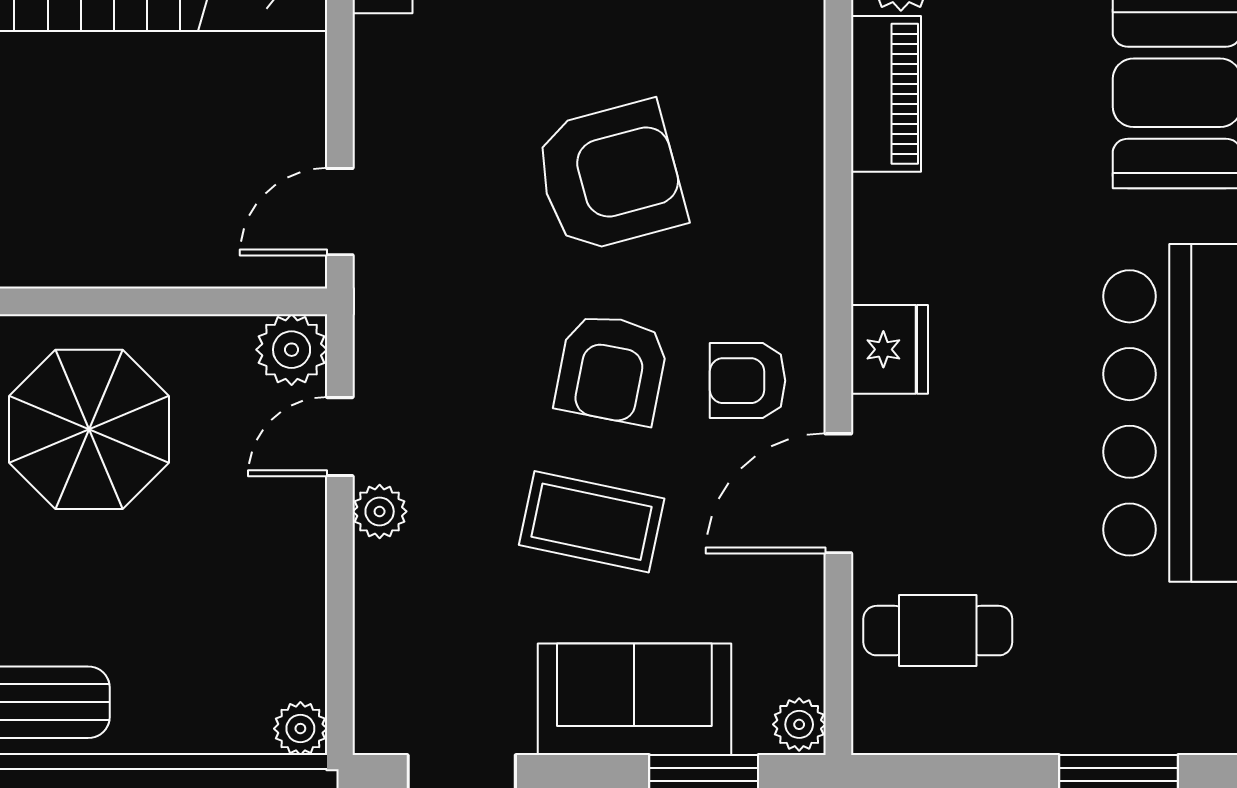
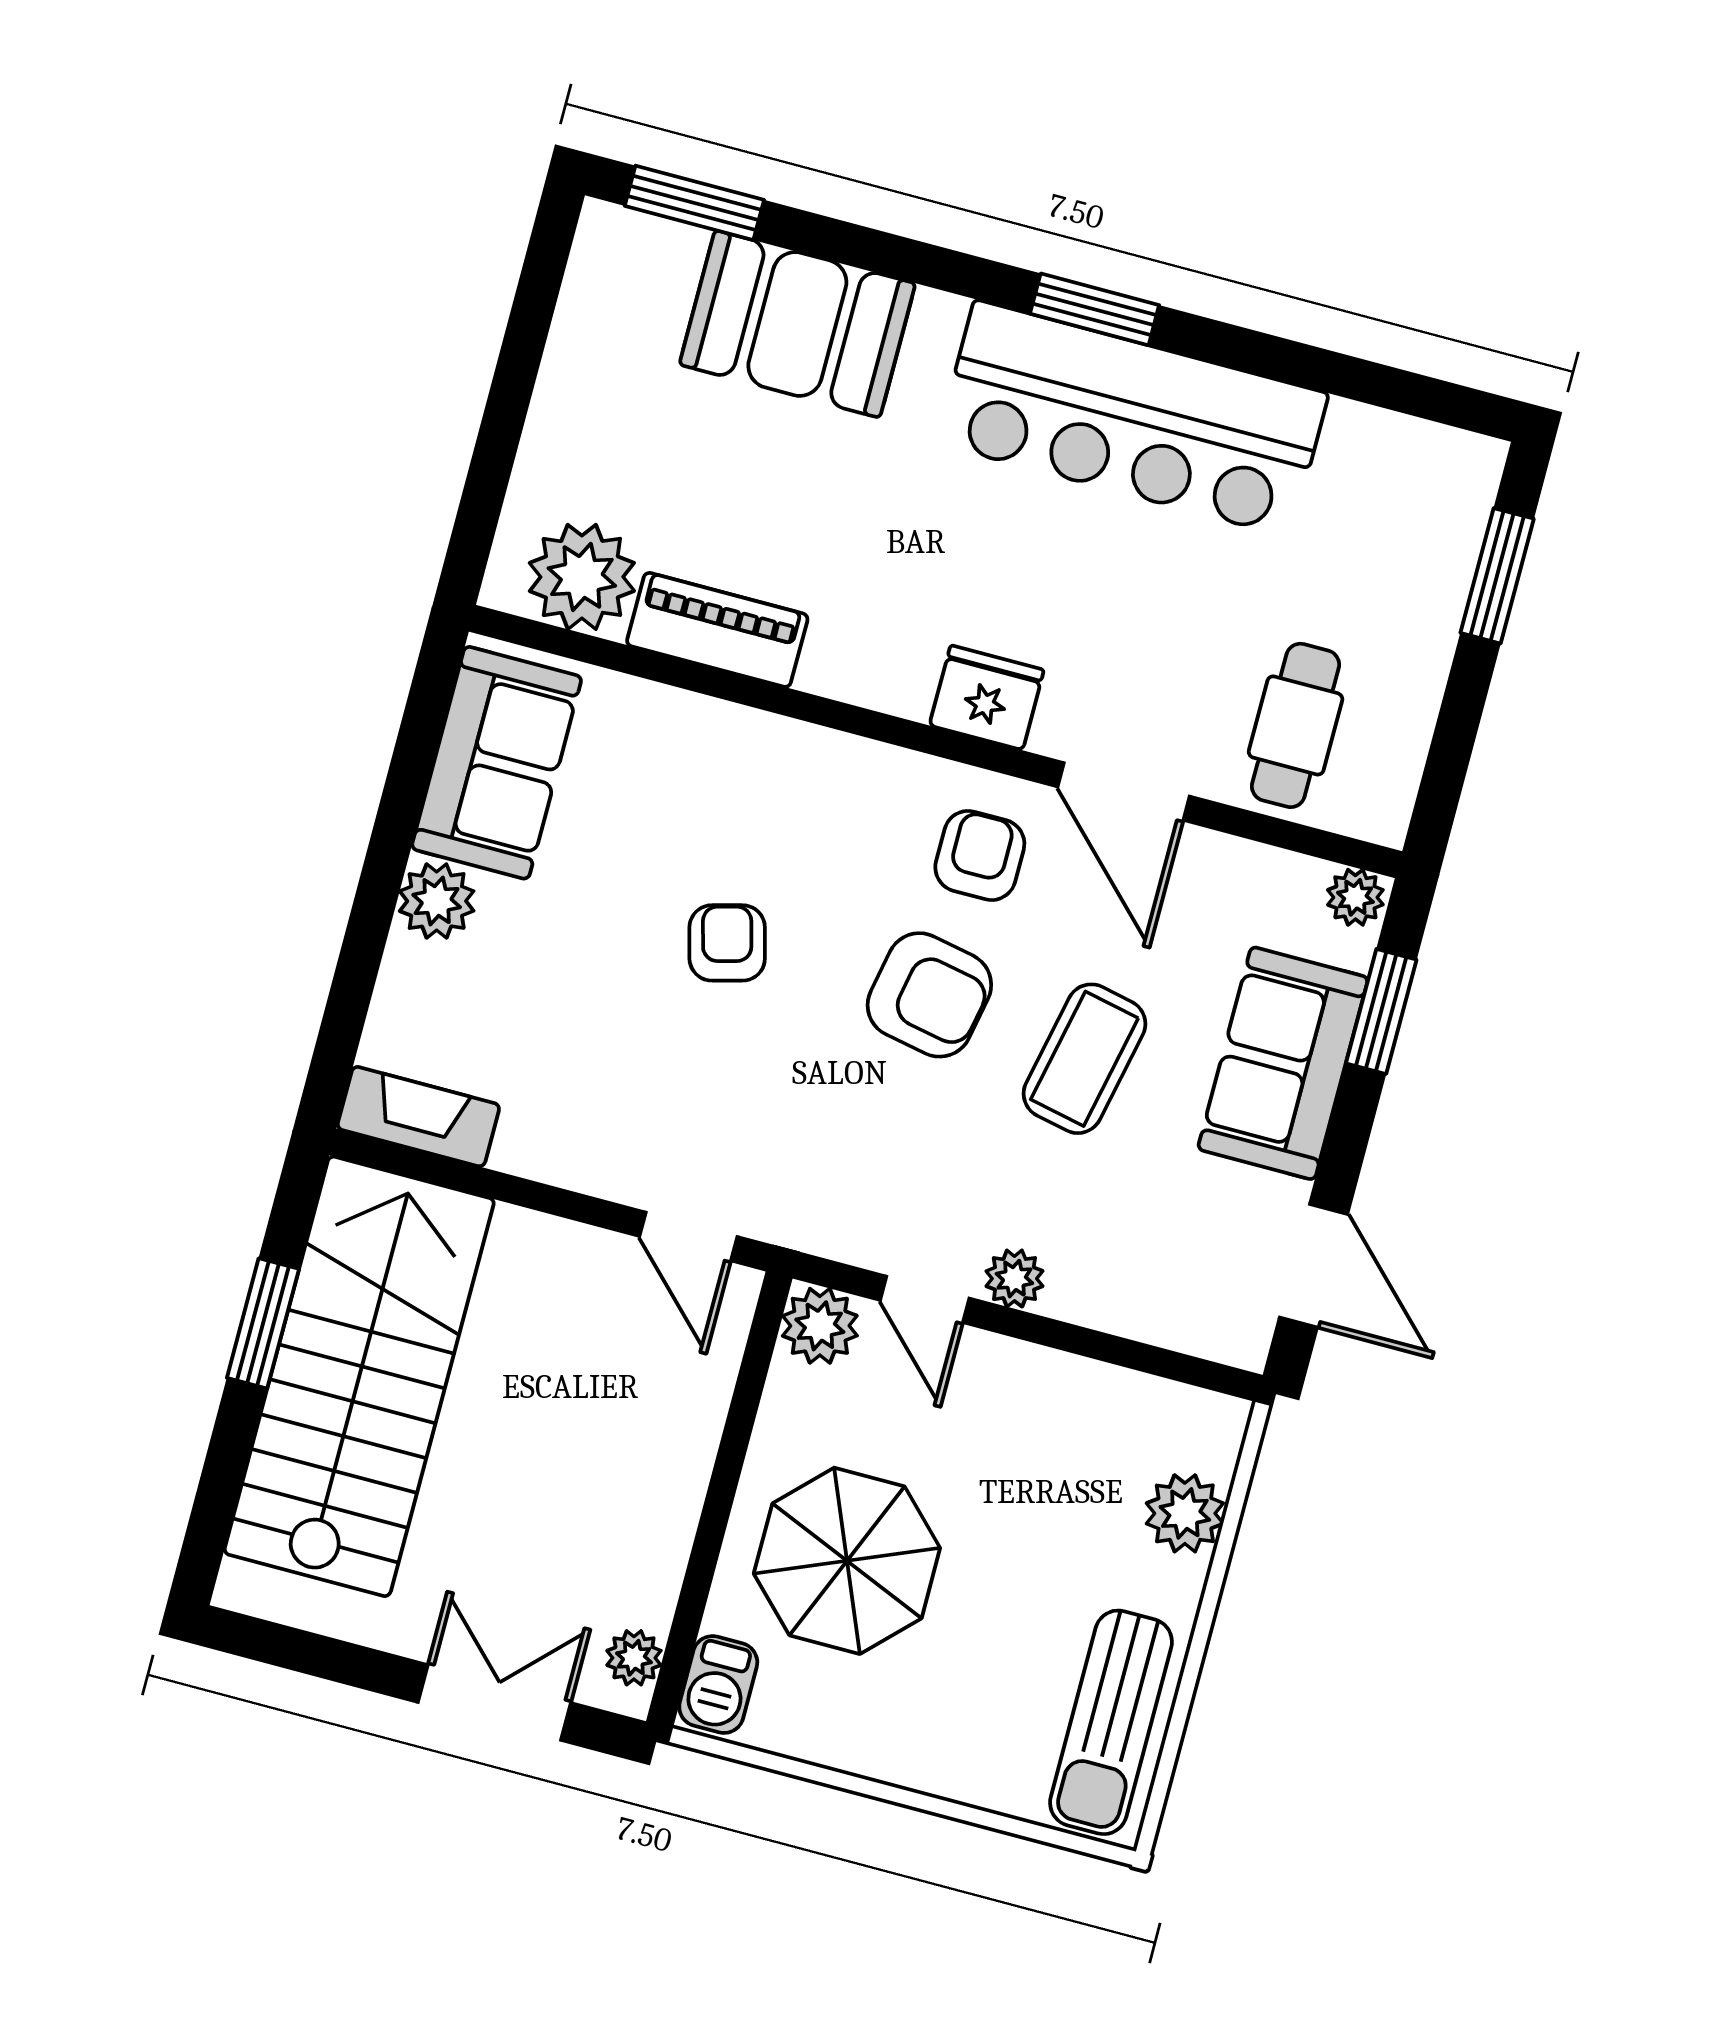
armchair: (610, 177) -> (727, 943), width x0.53, depth x0.53
armchair: (747, 381) -> (980, 855), turned 180
plant: (300, 729) -> (1185, 1513), moved, width x1.38, depth x1.38

